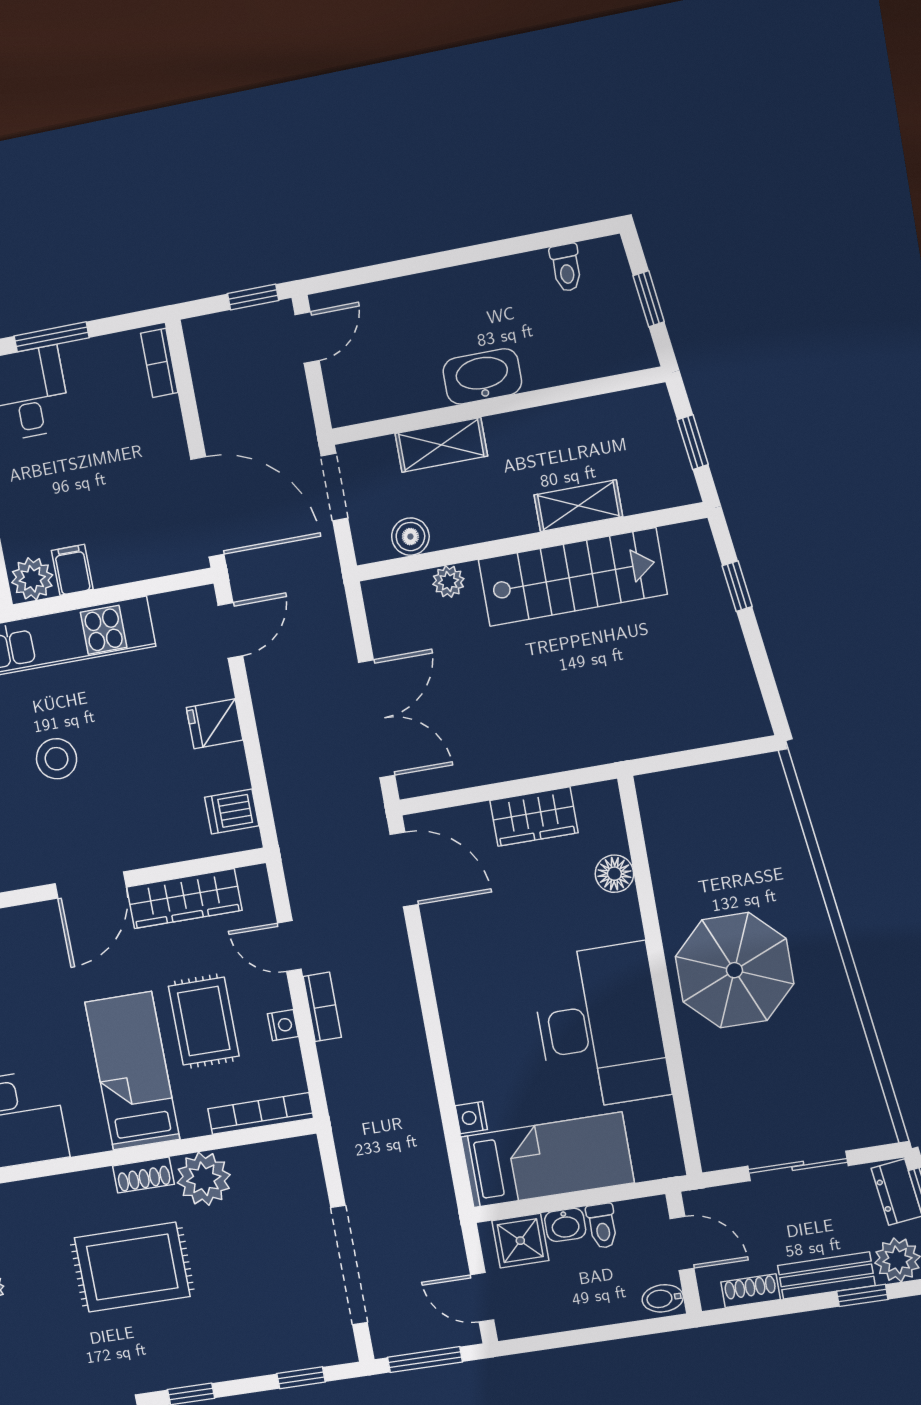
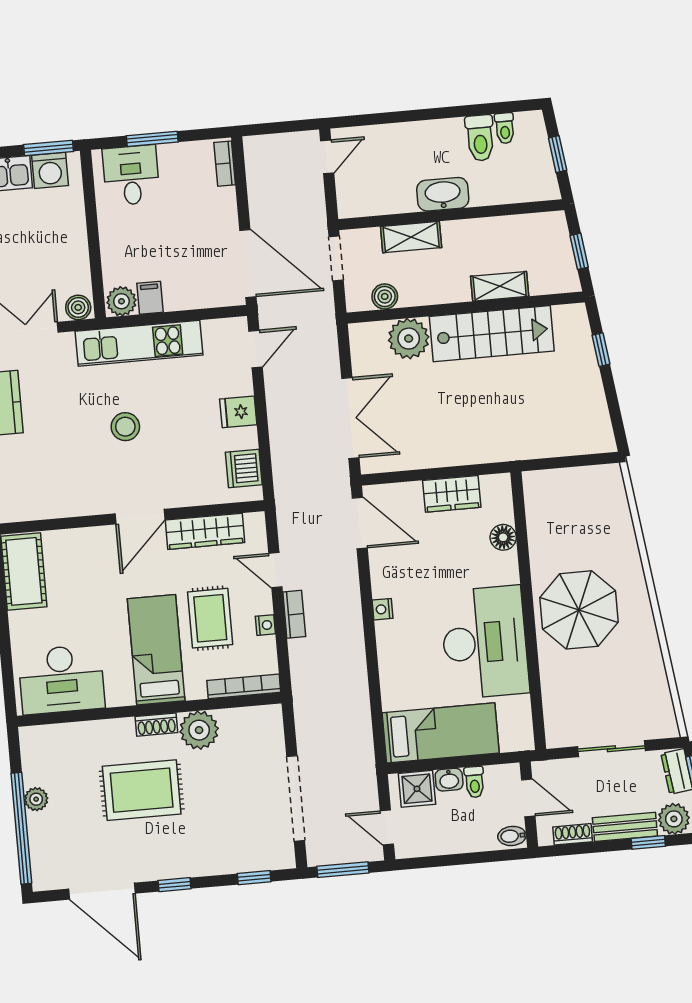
toilet: (531, 286) -> (480, 138), added
window: (253, 297) -> (293, 126), removed
plant: (448, 582) -> (409, 339), width x1.88, depth x1.88
dishwasher: (232, 811) -> (244, 468), width x1.38
nightstand: (471, 1118) -> (383, 609), moved

